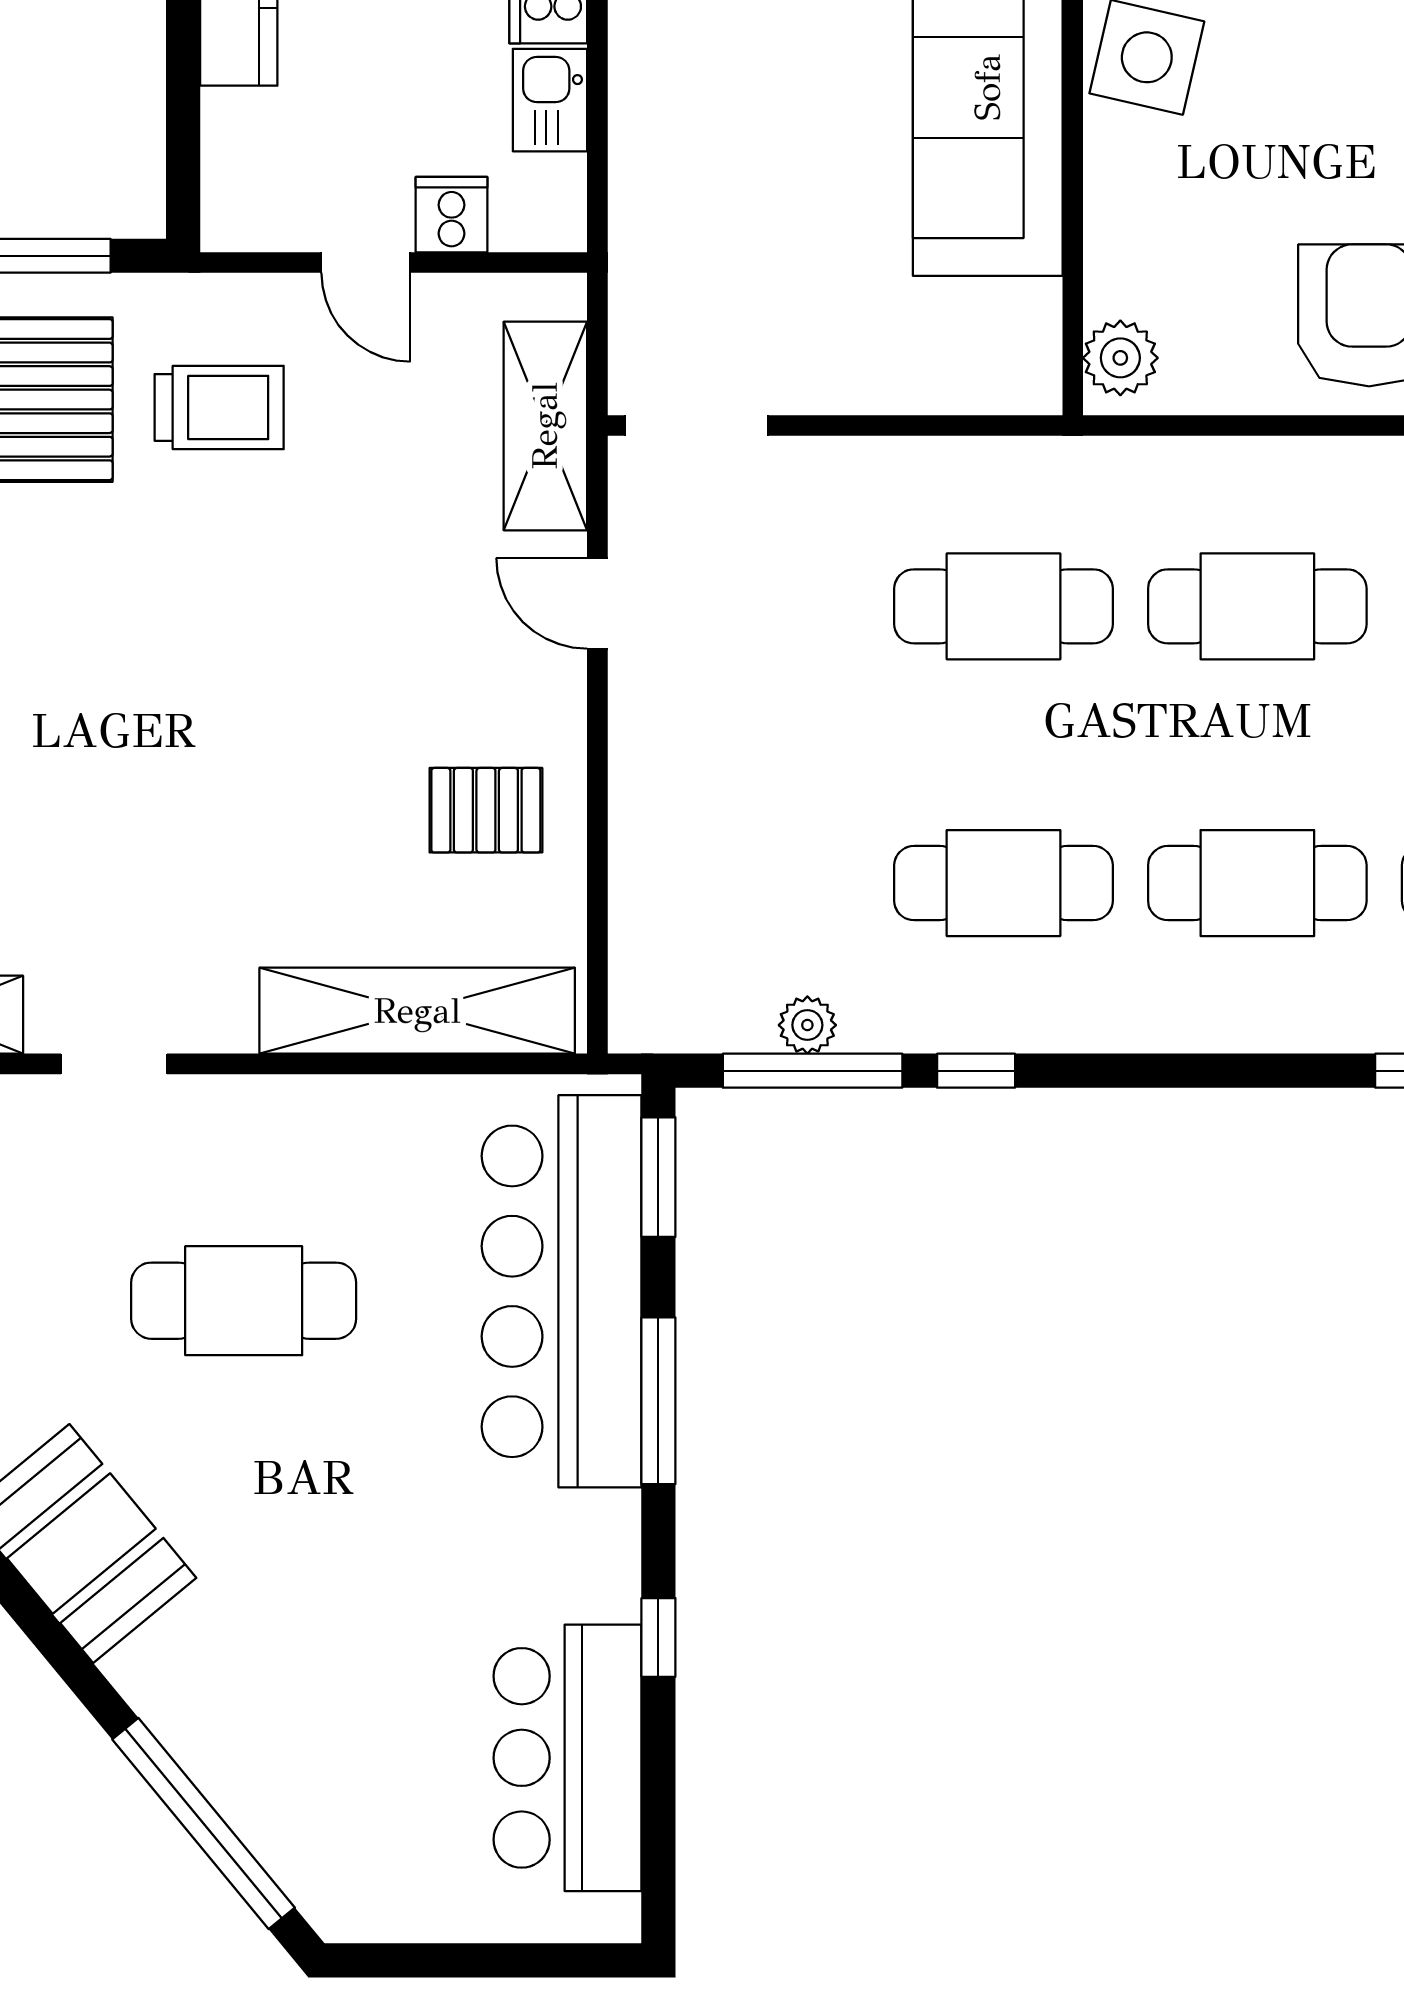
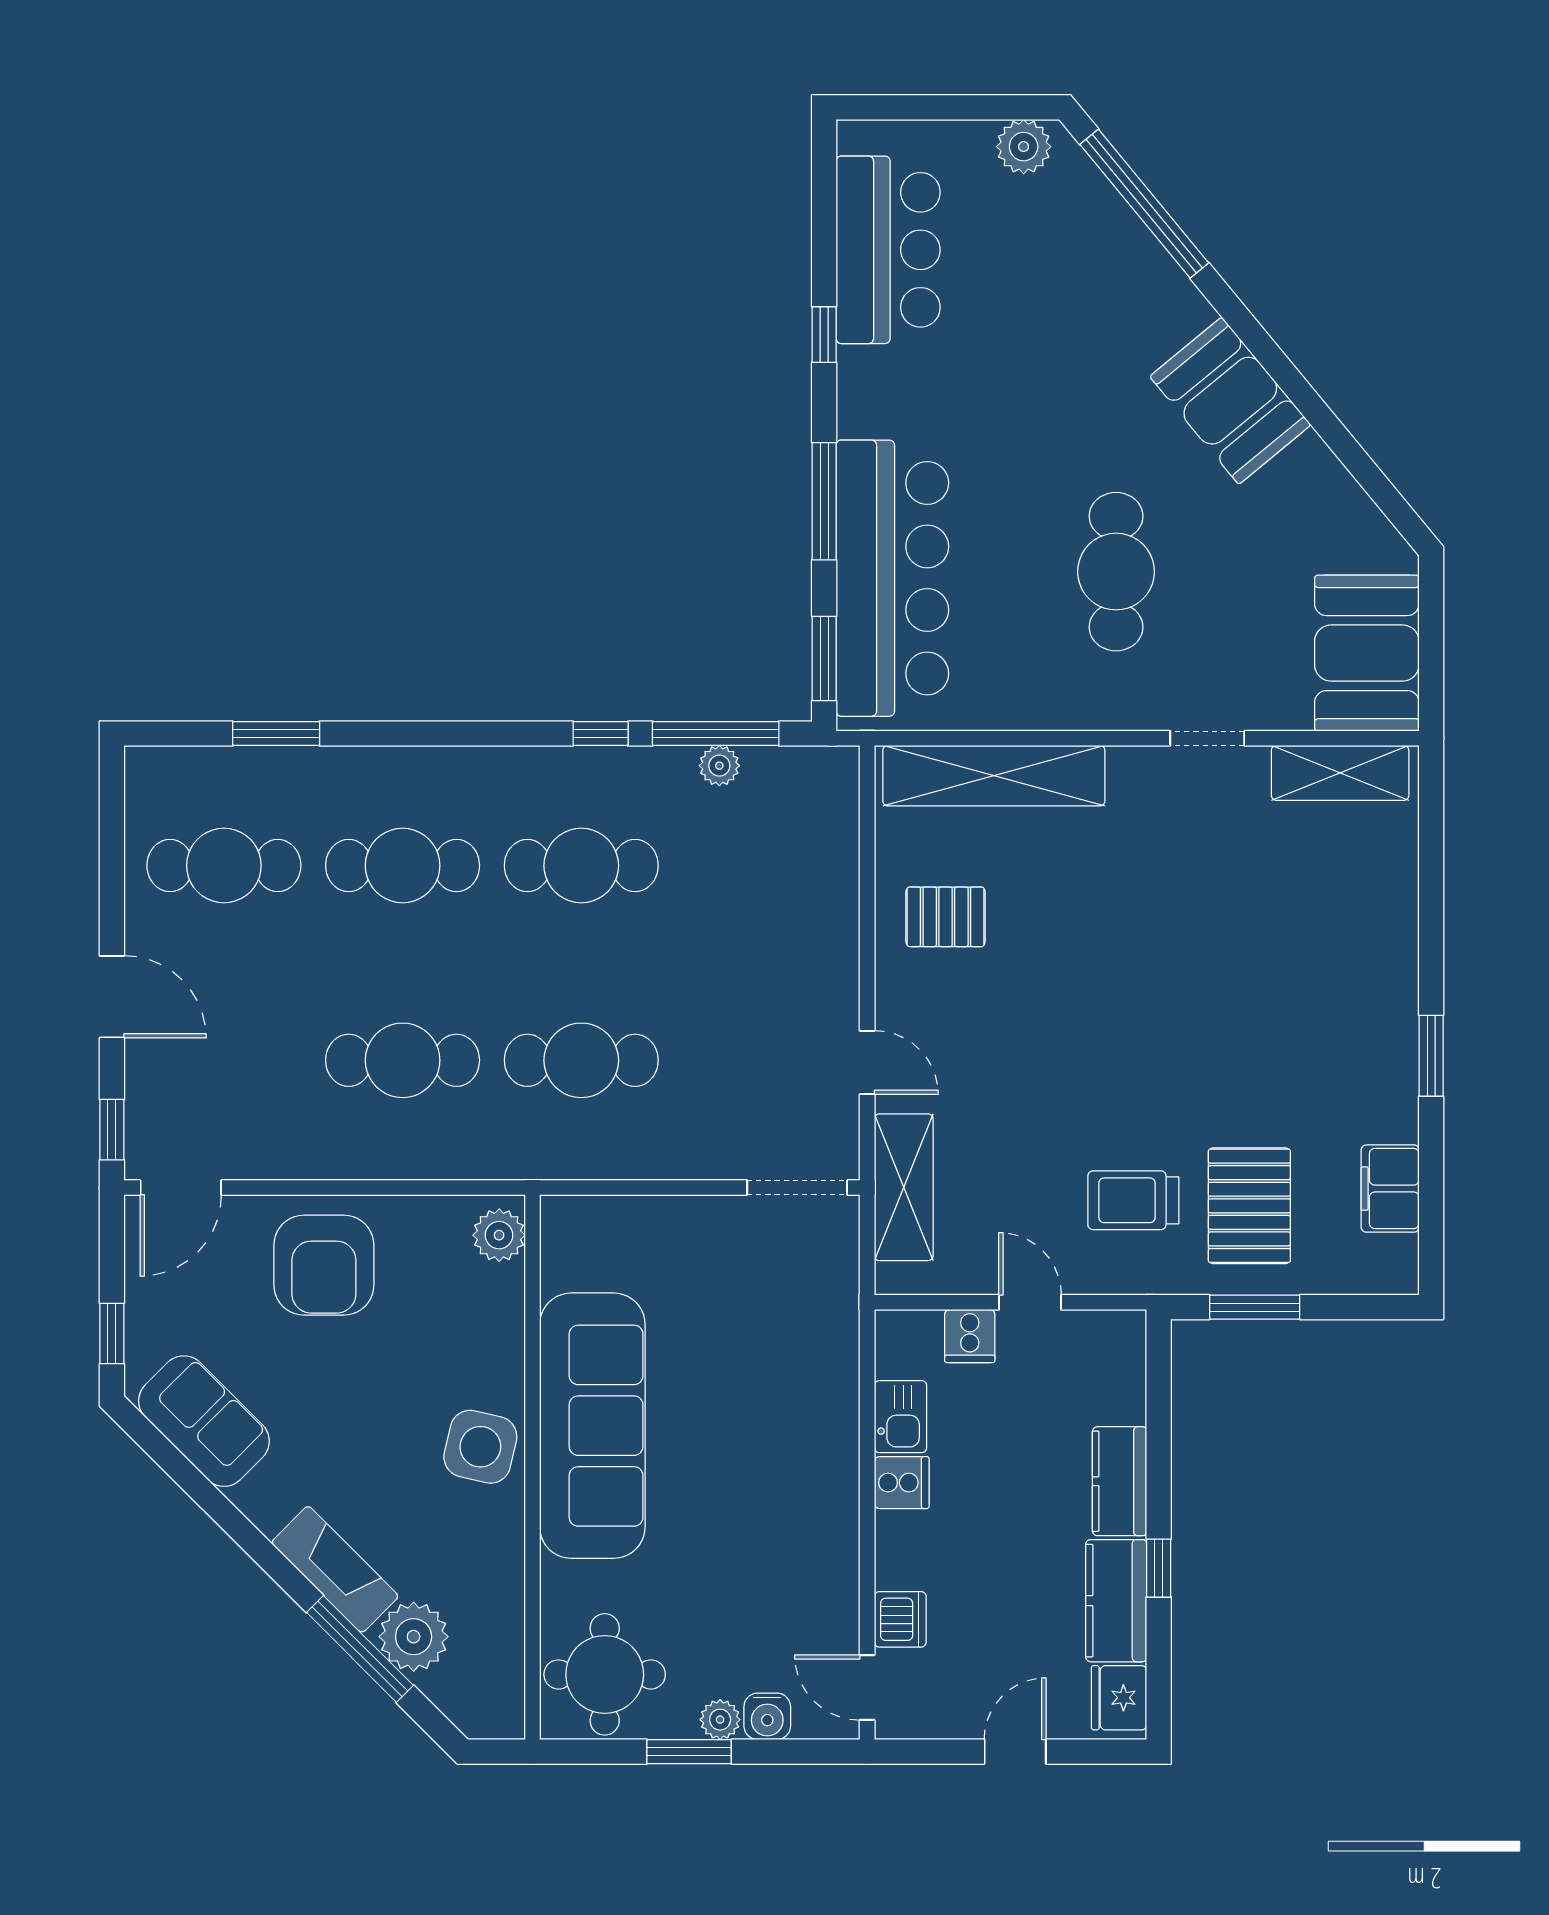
cafe table: (244, 1301) -> (1116, 572), turned 90
plant: (375, 1905) -> (1024, 147), added

